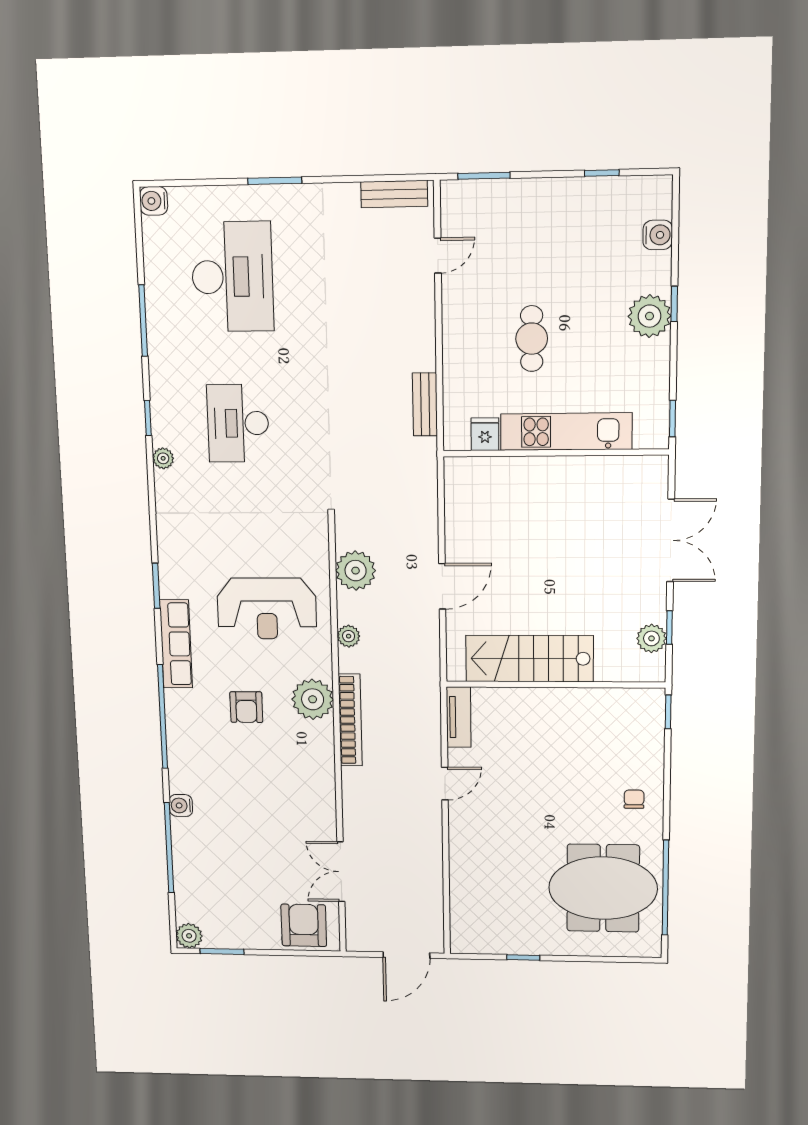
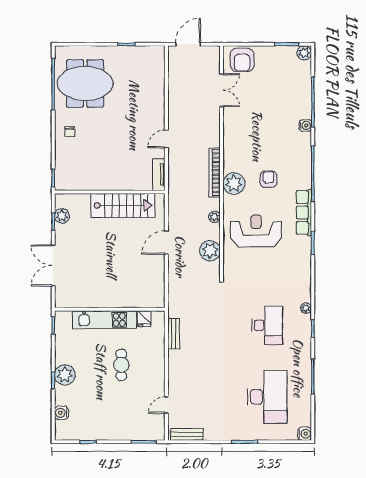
desk: (232, 277) -> (267, 397), turned 180

